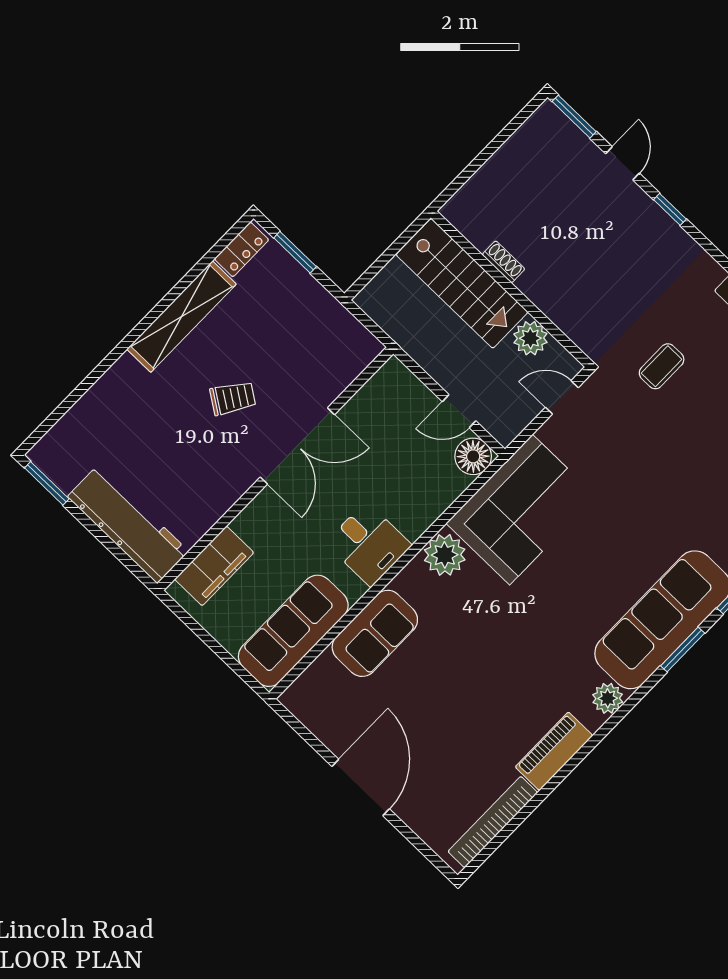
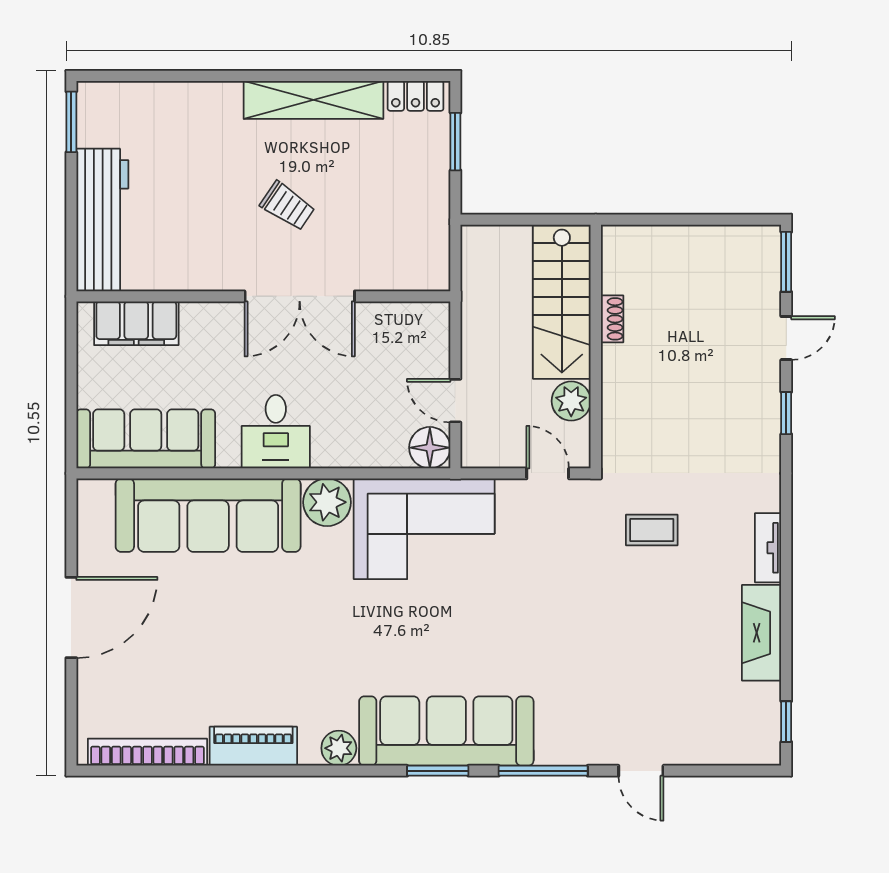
sofa: (375, 633) -> (208, 515), width x1.85, depth x1.27

